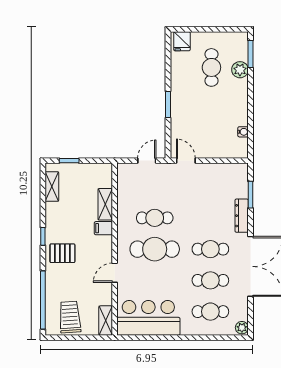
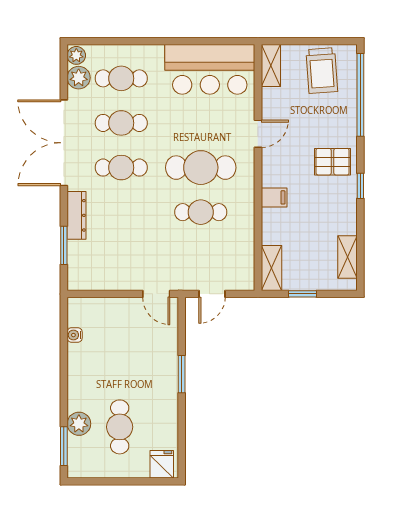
window: (69, 161) -> (302, 294), moved
shelving: (105, 204) -> (271, 268), moved
plant: (240, 312) -> (79, 78), added

